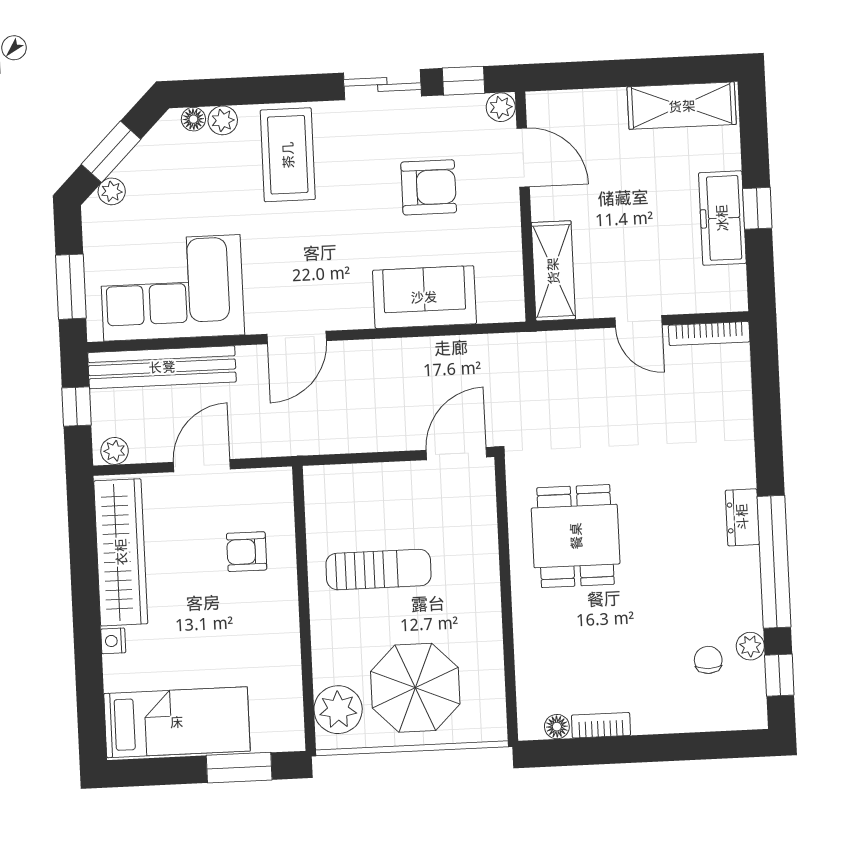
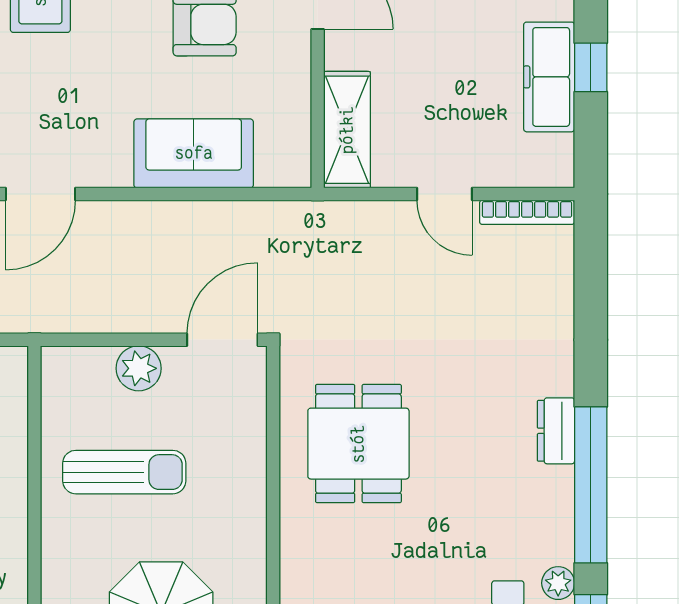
plant: (387, 481) -> (139, 368), added

